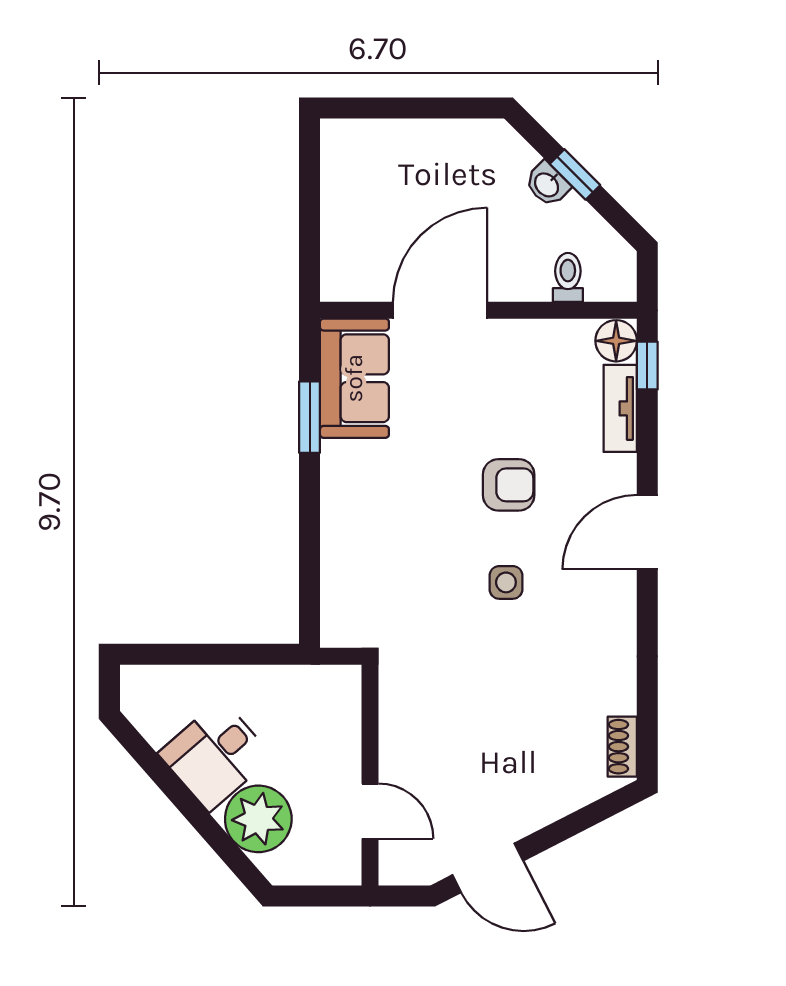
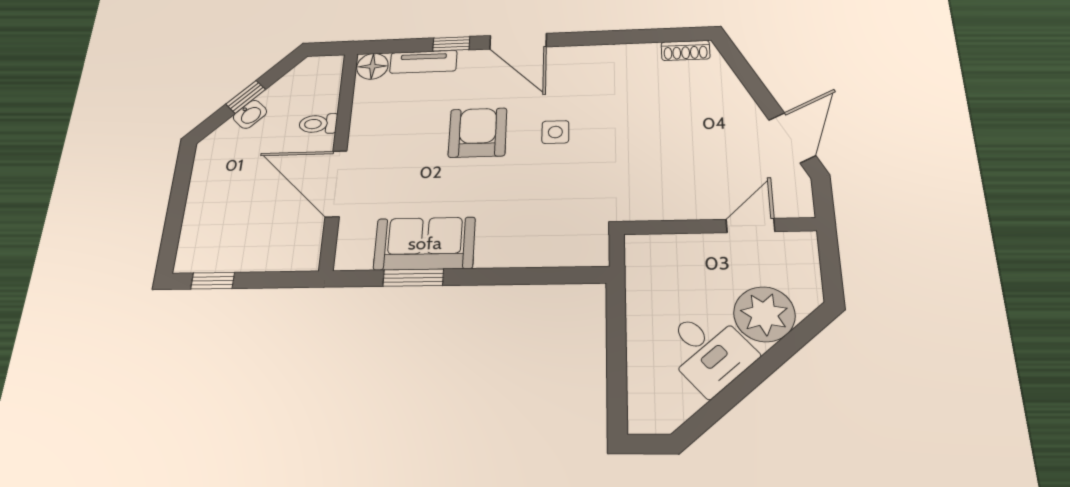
window: (310, 171) -> (213, 281), added
toilet: (568, 277) -> (318, 124), moved
window: (647, 366) -> (451, 44), moved
sofa: (354, 378) -> (425, 243), moved
armchair: (509, 485) -> (478, 133), width x1.38, depth x1.38

